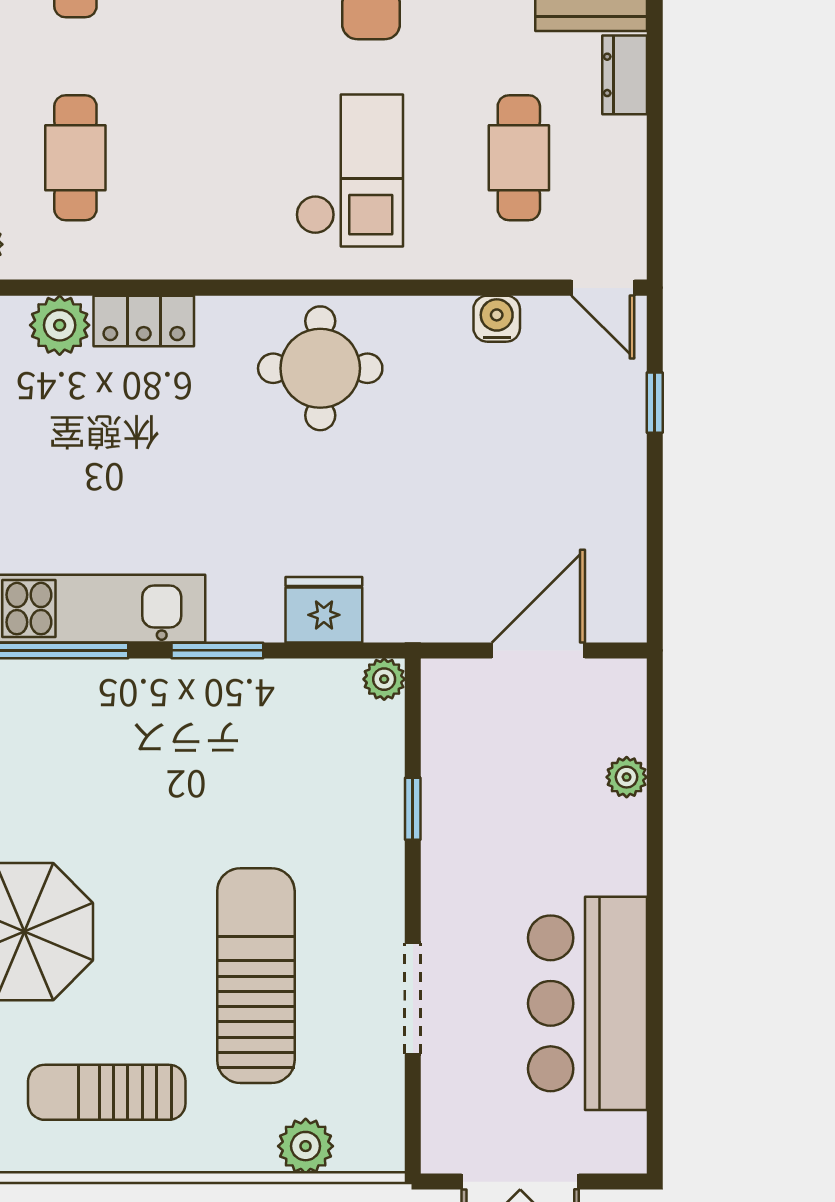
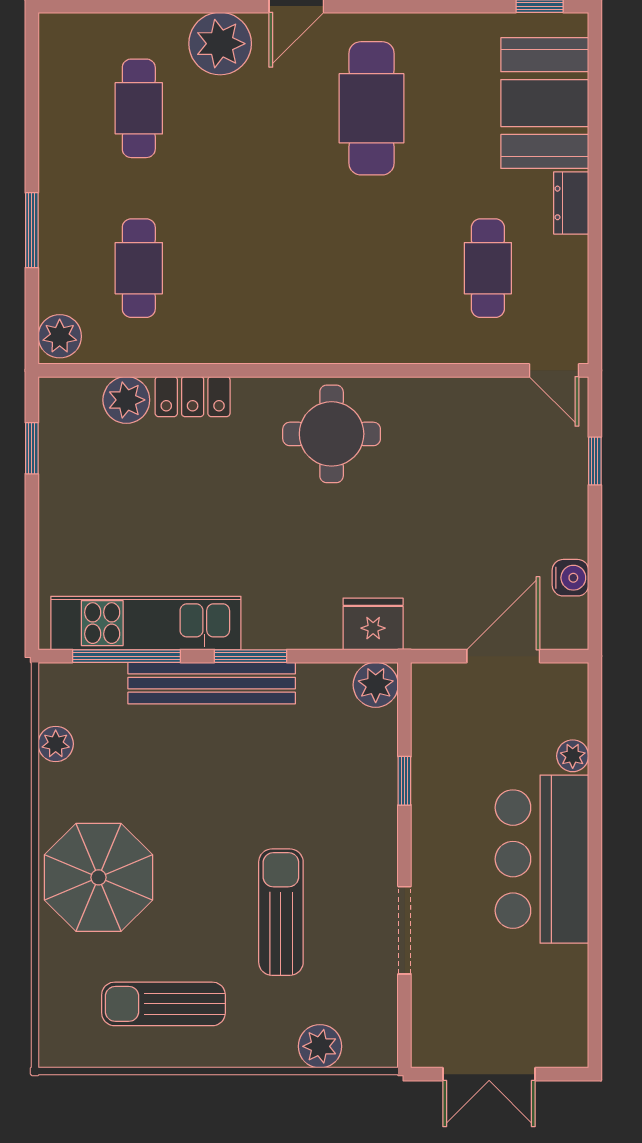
checkout: (349, 171) -> (355, 278), removed
water cooler: (497, 319) -> (570, 578), moved, turned 90
fridge: (324, 610) -> (373, 624), moved
plant: (384, 679) -> (376, 685), width x1.38, depth x1.38
bench: (168, 685) -> (212, 683), added
sun lounger: (256, 976) -> (281, 912), width x0.73, depth x0.75
bar counter: (587, 1003) -> (542, 859), moved

